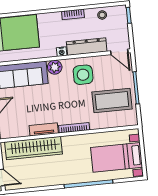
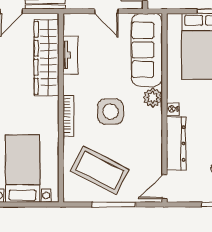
side table: (83, 75) -> (110, 112), moved
coffee table: (112, 100) -> (100, 170), turned -63
tv unit: (44, 129) -> (70, 55), moved

